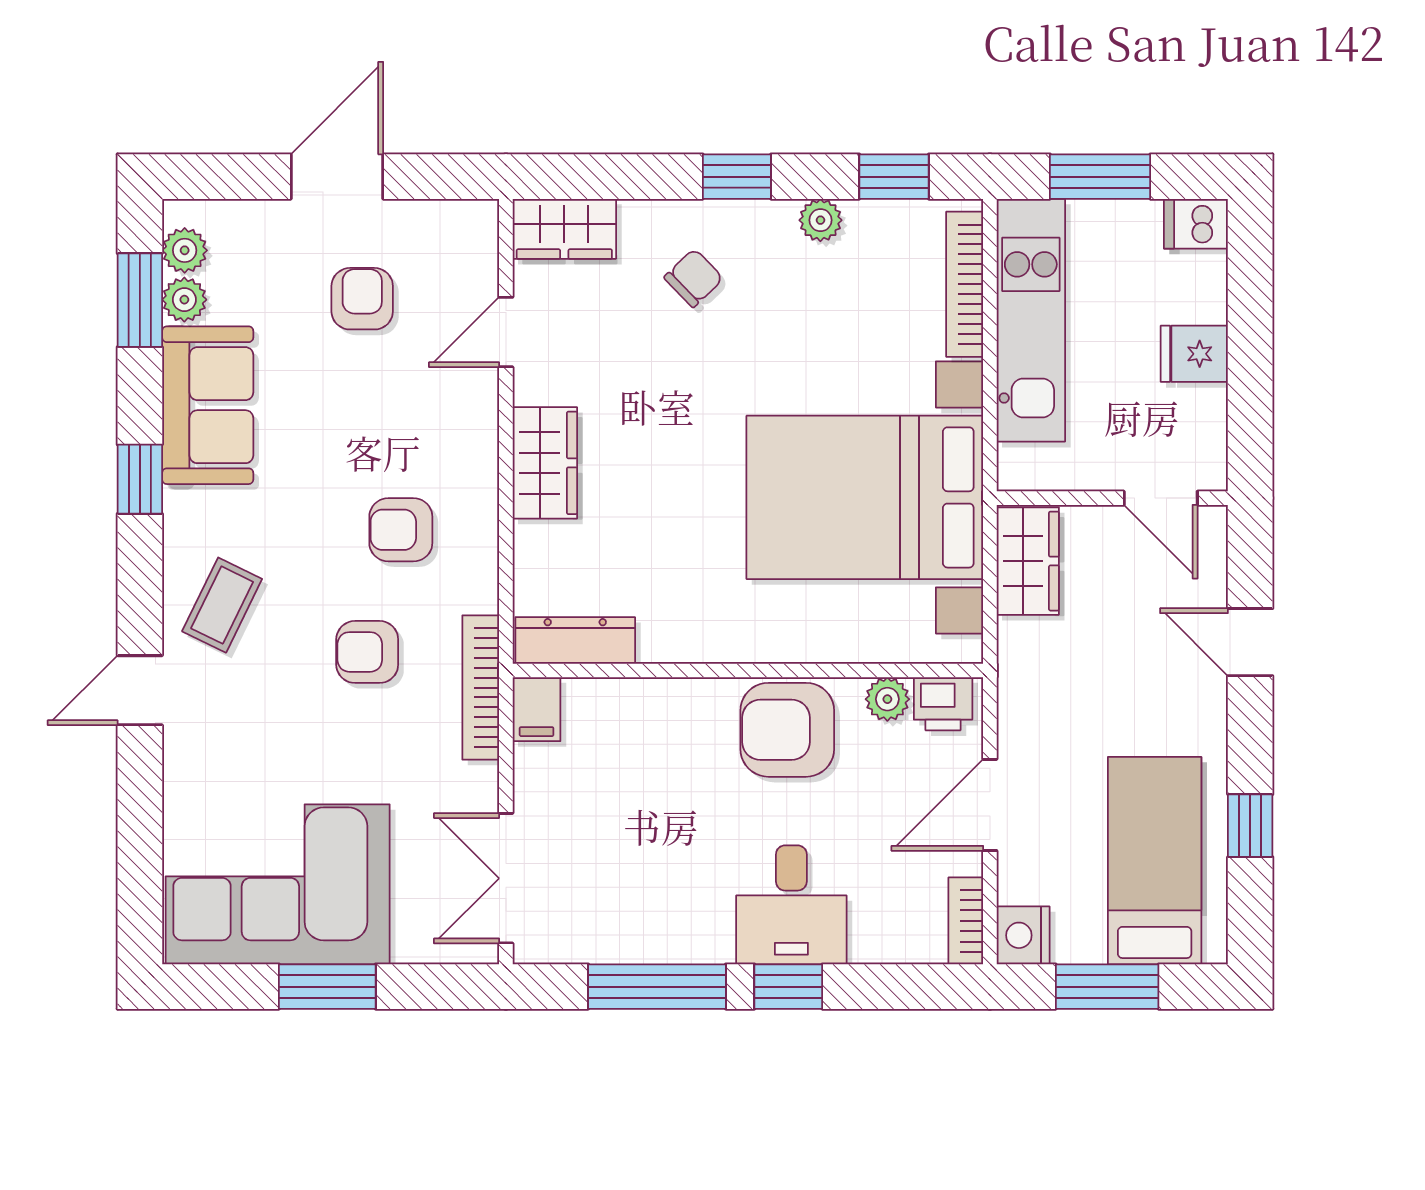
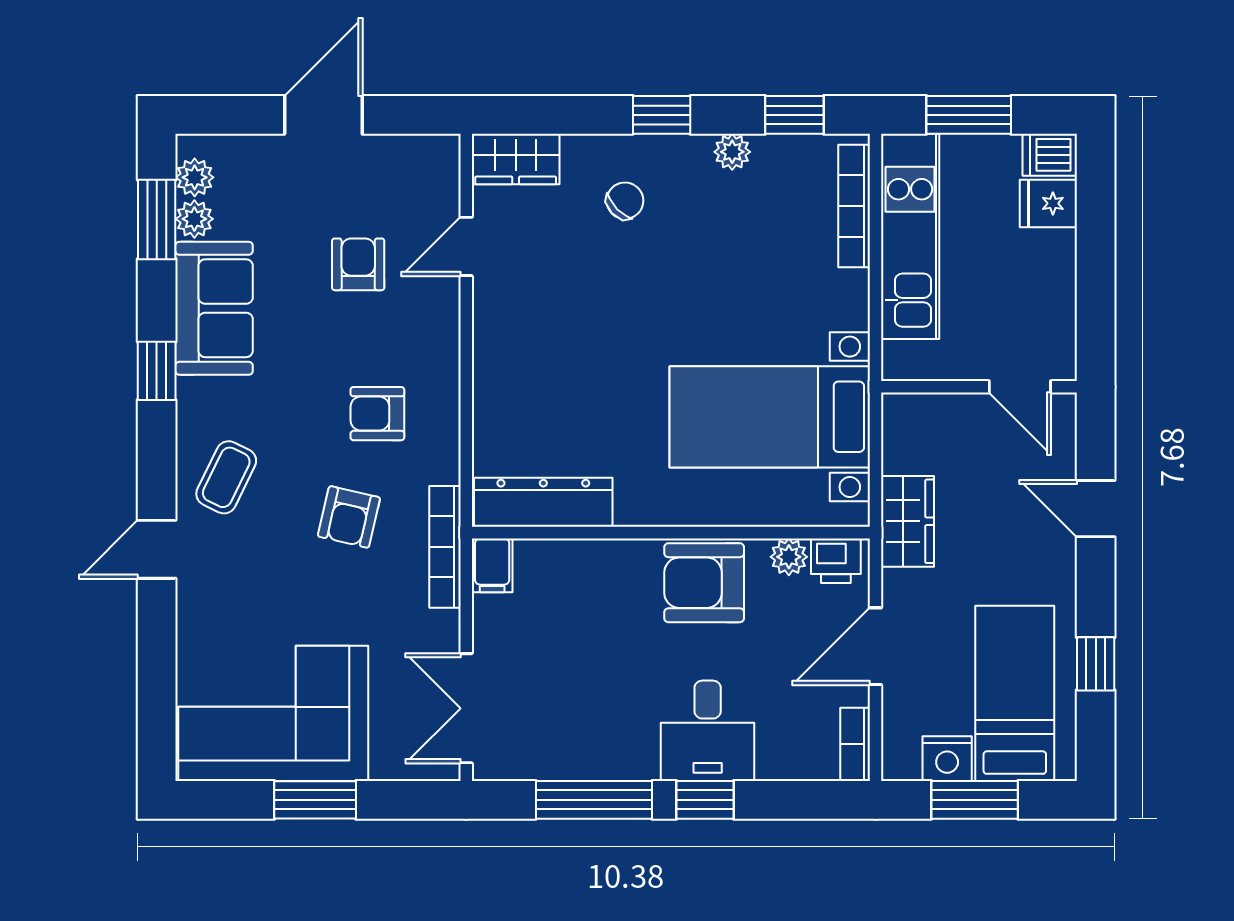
armchair: (362, 299) -> (358, 264), moved
fridge: (1194, 354) -> (1048, 203), moved
wardrobe: (545, 463) -> (499, 357), removed
bed with nightstands: (865, 497) -> (770, 417), width x0.73
wardrobe: (1028, 561) -> (907, 521), moved
dresser: (575, 640) -> (543, 502), width x1.37, depth x1.24
armchair: (367, 652) -> (349, 517), turned -77
nightstand: (1023, 935) -> (947, 759), moved, turned -90

